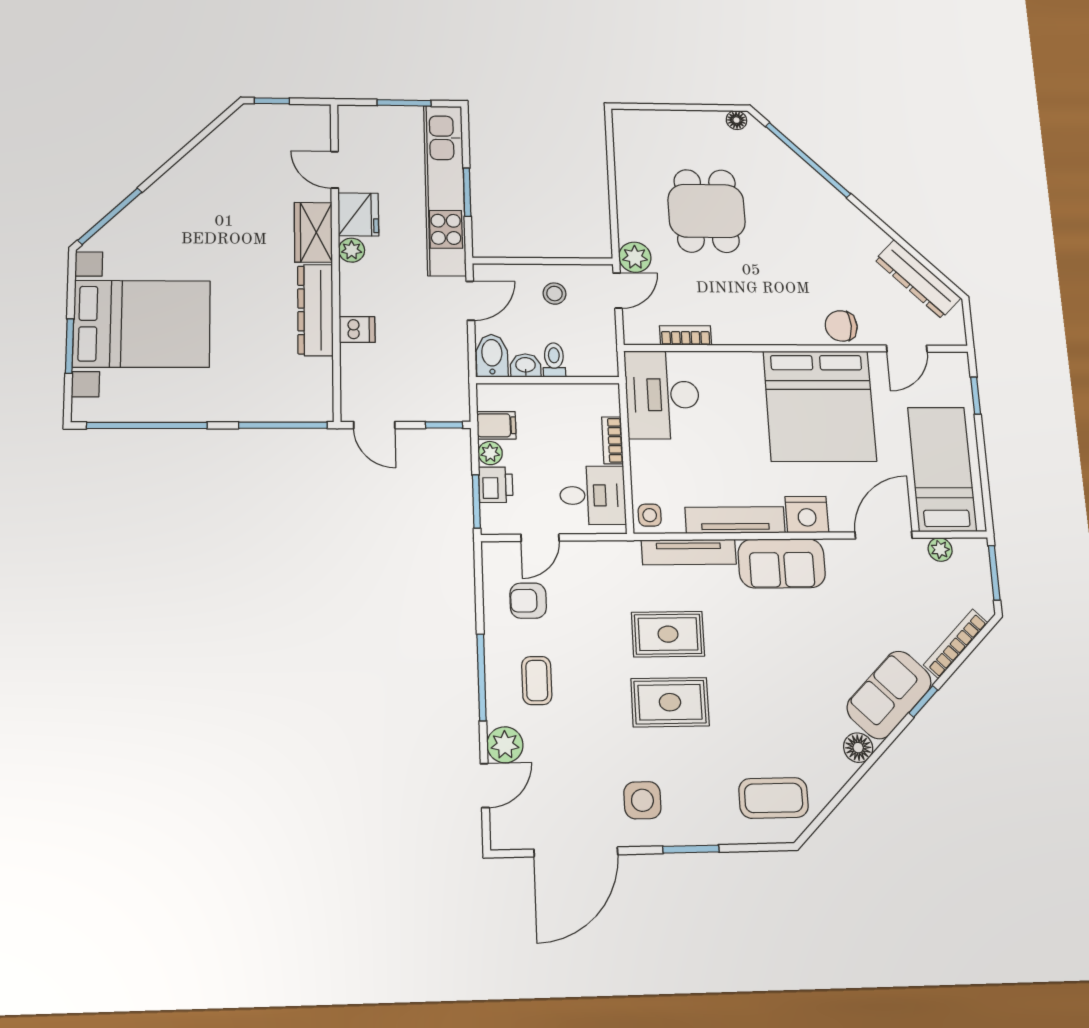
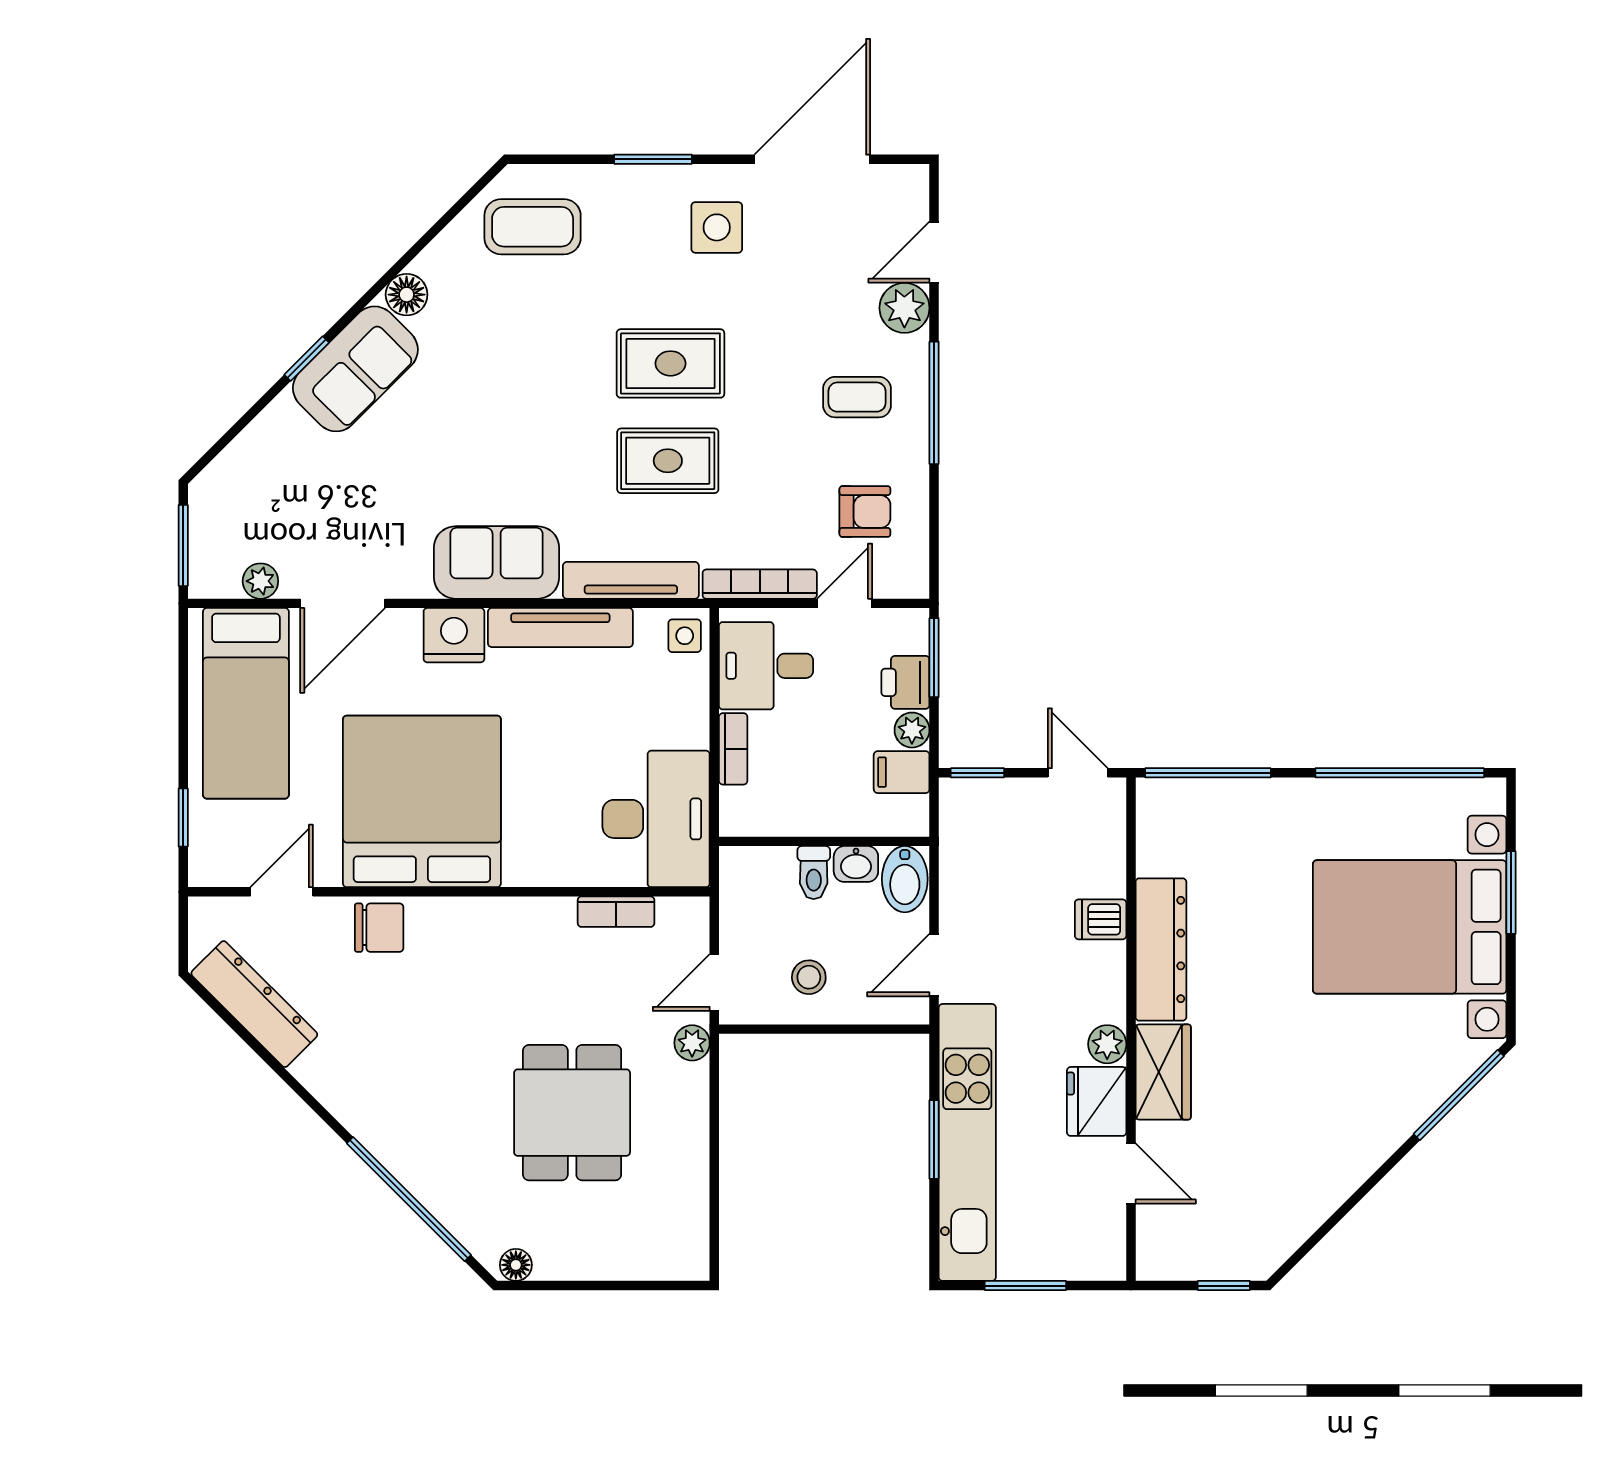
plant: (635, 257) -> (692, 1043), width x0.73, depth x0.73
bookcase: (956, 644) -> (760, 584), moved, turned -135
coffee table: (537, 681) -> (857, 397), turned 90

